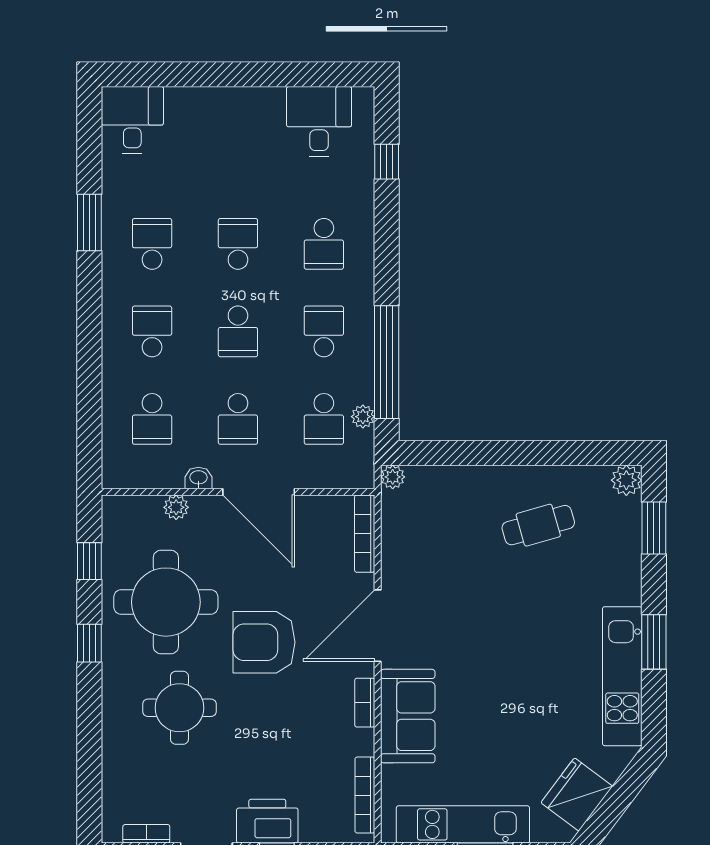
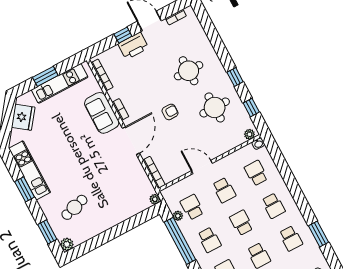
school desk: (238, 419) -> (224, 190), turned 180
washbasin: (198, 478) -> (258, 144), moved
door: (259, 492) -> (202, 167), width x0.73
plant: (176, 507) -> (249, 134), moved
cafe table: (538, 525) -> (74, 207), moved
round table: (166, 602) -> (215, 107), width x0.73, depth x0.73
armchair: (264, 642) -> (170, 112), width x0.53, depth x0.53

